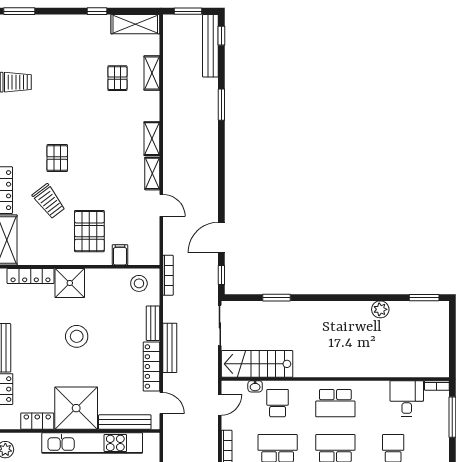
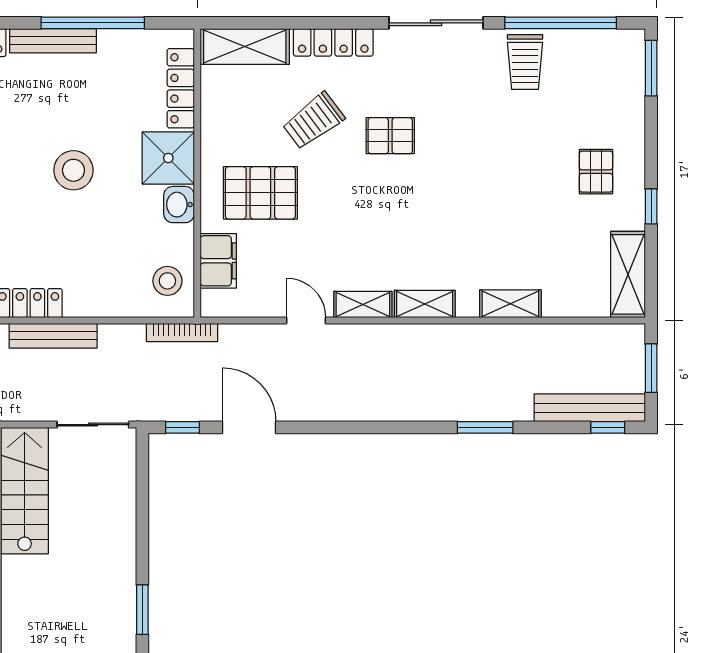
shelving: (152, 73) -> (510, 304), moved
pallet: (117, 78) -> (596, 172), moved, turned 90
door: (161, 205) -> (306, 321), swing flipped
filing cabinet: (120, 255) -> (218, 261), width x2.00
washbasin: (96, 277) -> (179, 205), added
window: (276, 298) -> (142, 610), moved
bench: (153, 323) -> (97, 306), removed

